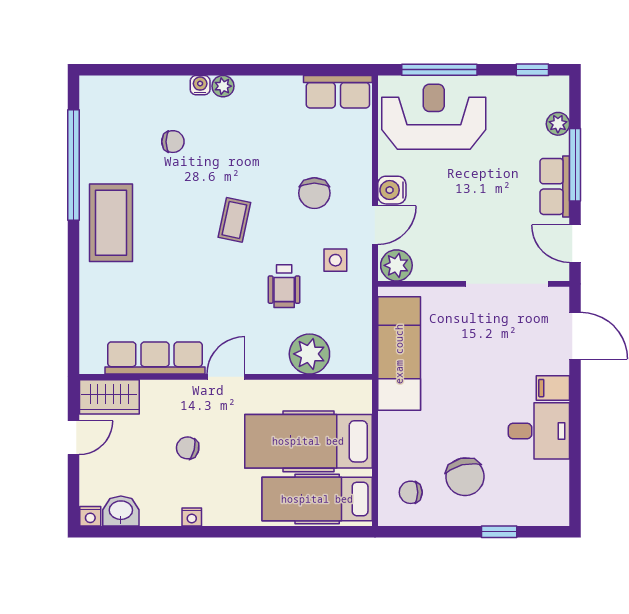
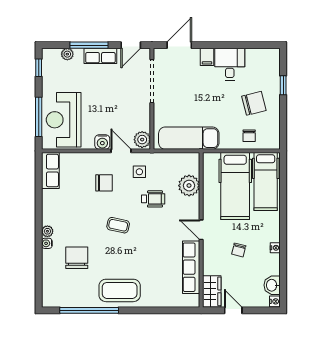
chair: (173, 142) -> (77, 258), width x1.87, depth x1.87
chair: (411, 492) -> (249, 136), moved

